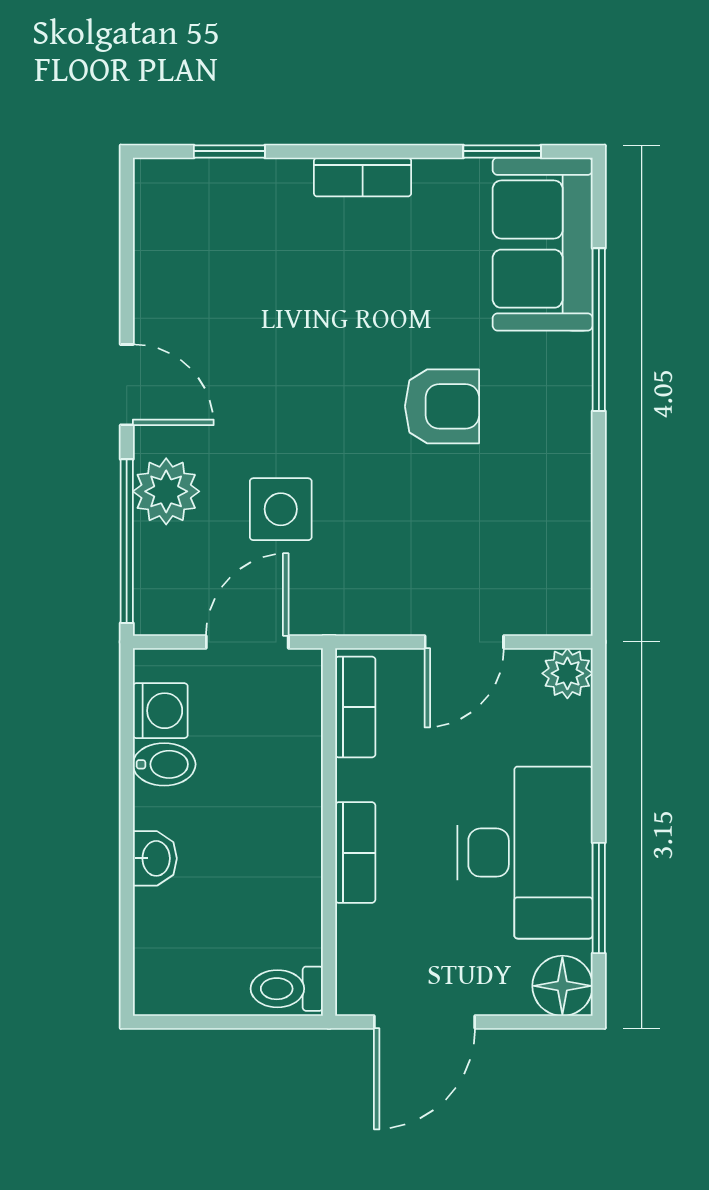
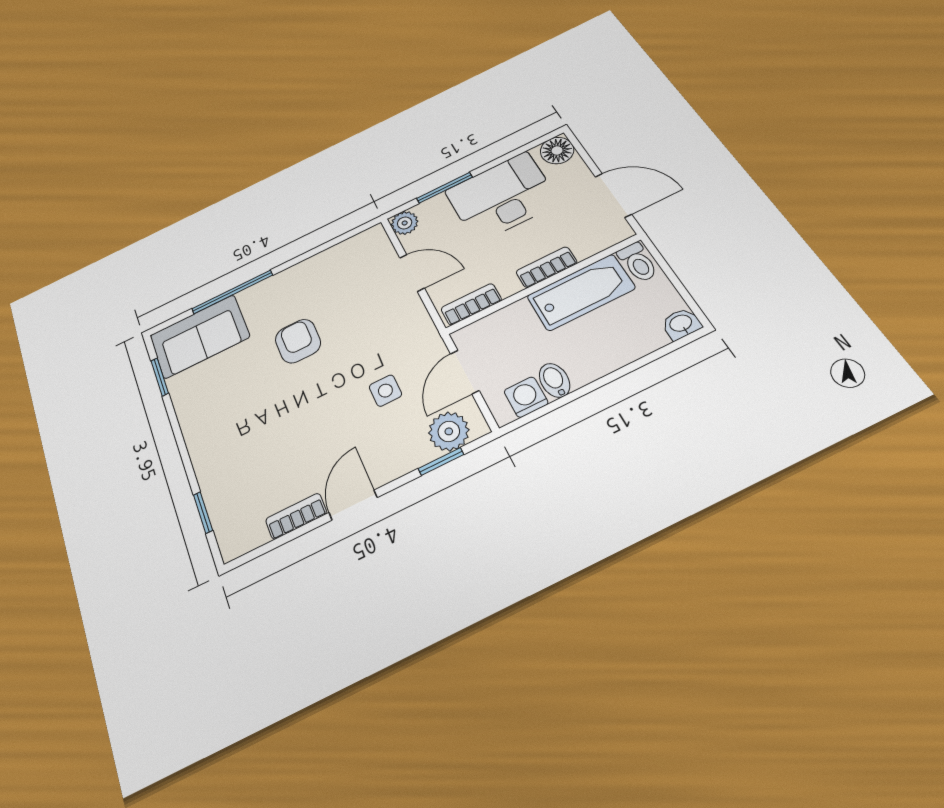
bookcase: (363, 177) -> (296, 516), moved, turned -90
plant: (166, 491) -> (449, 431), moved
side table: (281, 509) -> (385, 391), width x0.73, depth x0.73
window: (127, 541) -> (441, 462), width x0.46
door: (247, 642) -> (465, 372), hinge flipped
washbasin: (155, 858) -> (681, 324), moved
bathtub: (284, 879) -> (581, 292), added
window: (599, 898) -> (444, 188), moved

